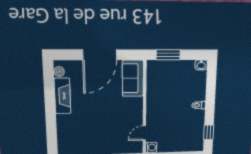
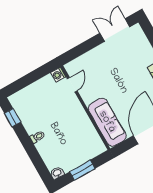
window: (168, 55) -> (82, 170), moved
sofa: (133, 78) -> (107, 122), width x1.36

